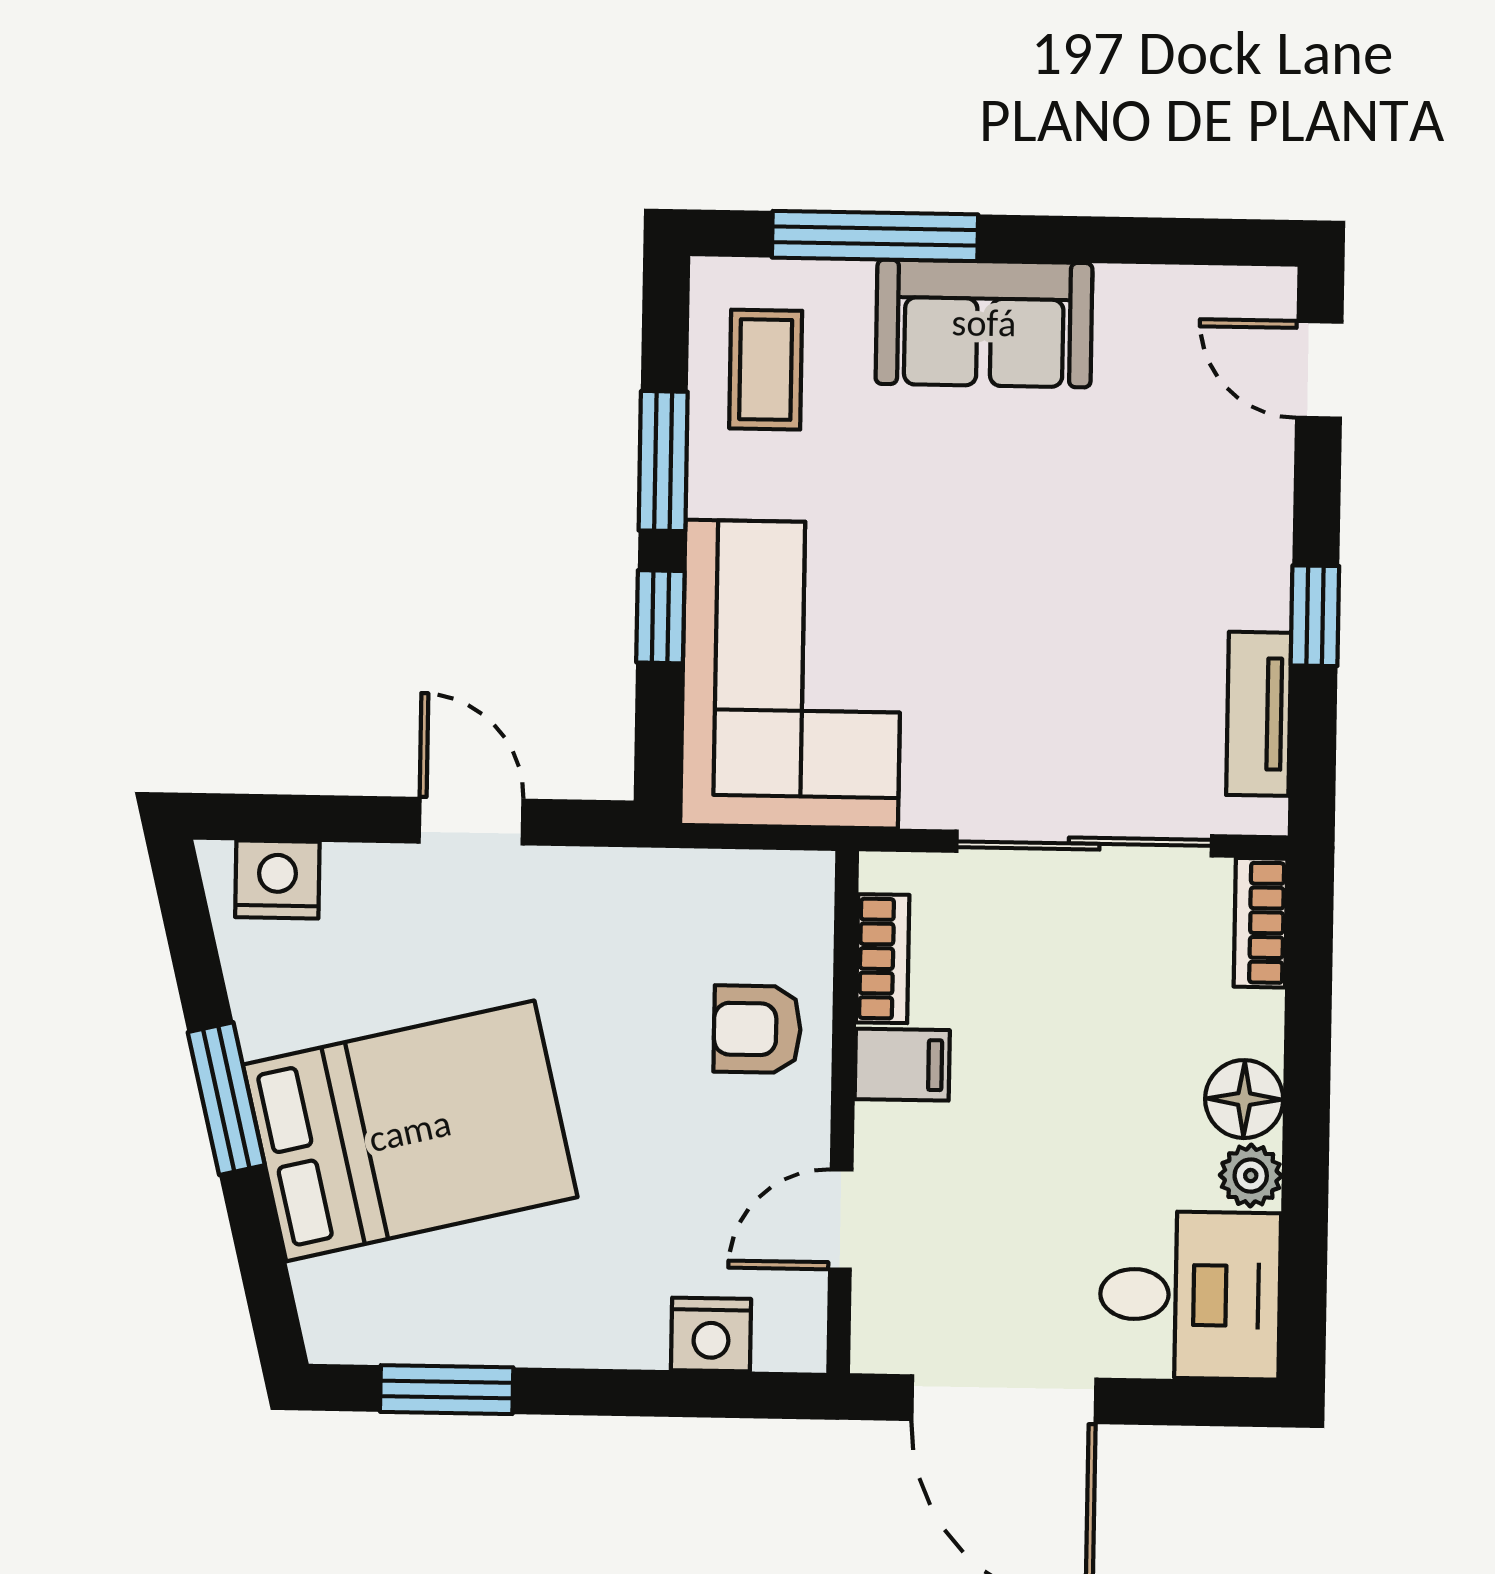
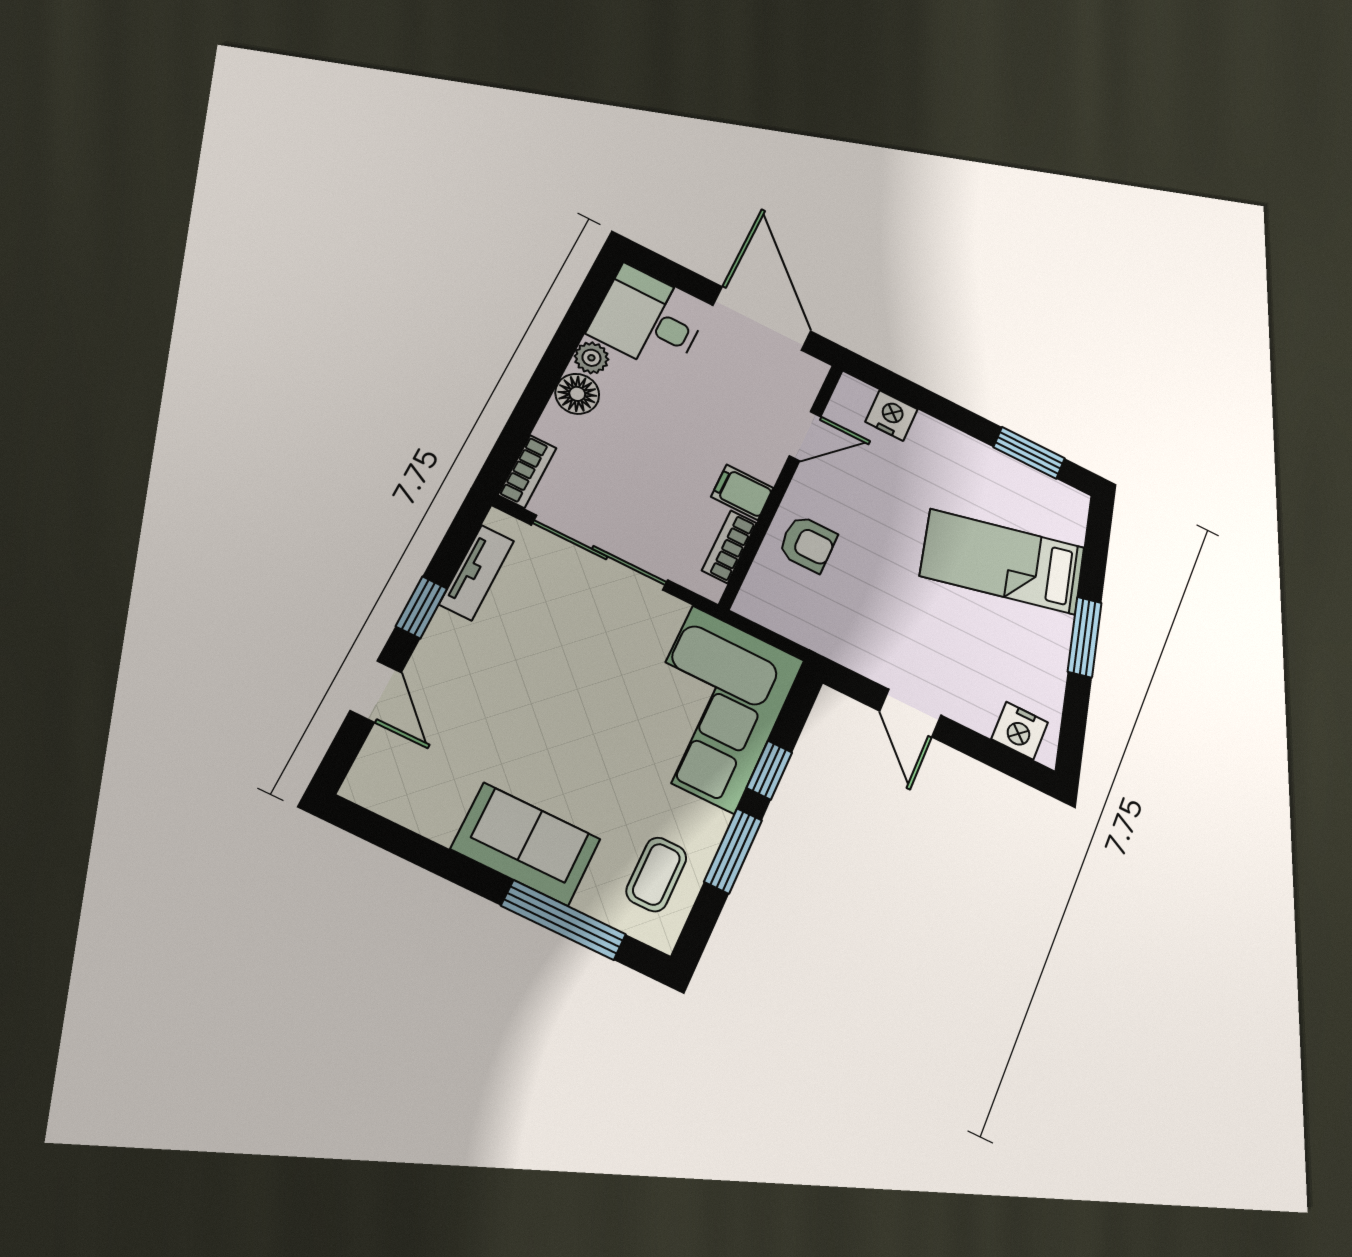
door: (1319, 370) -> (376, 691), moved
bed: (410, 1131) -> (1003, 562), width x0.67

